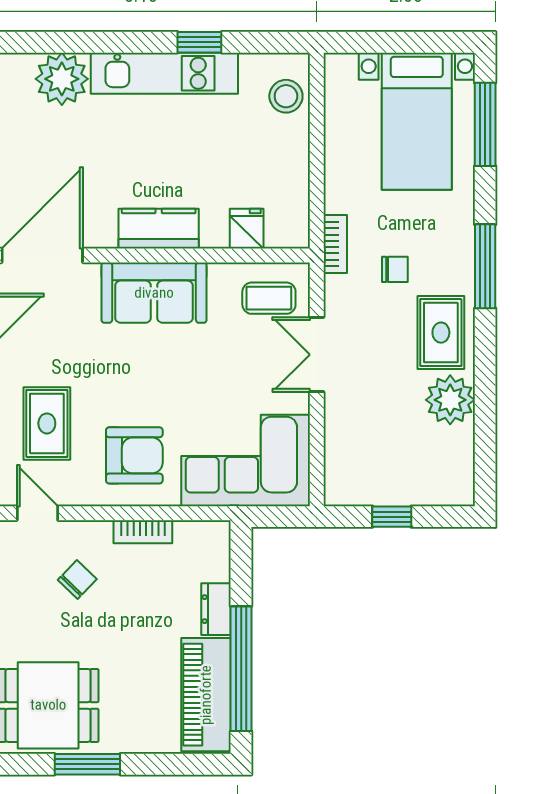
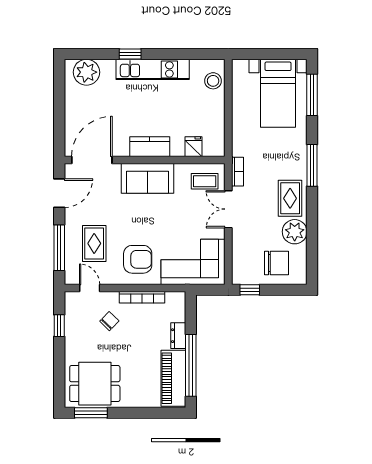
window: (199, 42) -> (130, 54), moved
plant: (62, 79) -> (86, 72), moved
bookcase: (335, 244) -> (237, 172), moved
chair: (395, 269) -> (277, 263), moved, width x1.87, depth x1.87
window: (392, 517) -> (250, 290), moved
bookcase: (143, 532) -> (142, 297), width x1.56
window: (87, 764) -> (91, 413), moved

